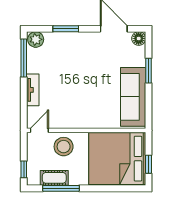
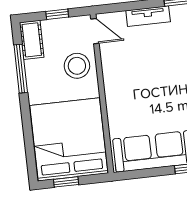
window: (24, 169) -> (57, 14), moved
cot: (54, 178) -> (32, 40), moved

